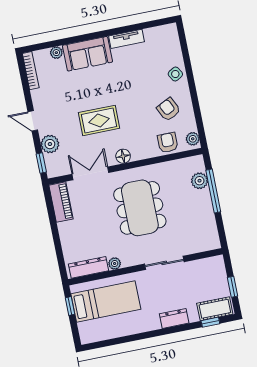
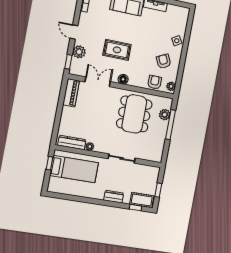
dining table: (140, 208) -> (134, 114), moved

